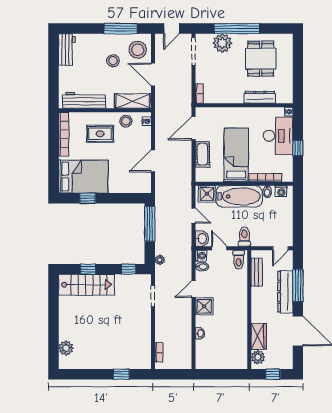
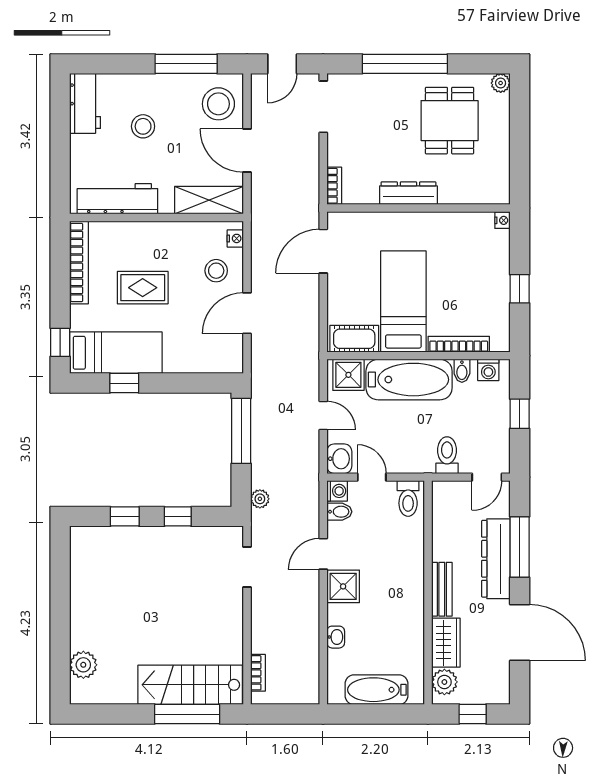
plant: (222, 43) -> (501, 83), moved, width x0.53, depth x0.53
stool: (113, 61) -> (143, 126), moved
dresser: (260, 97) -> (408, 193), moved
stool: (126, 121) -> (216, 271), moved
rug: (100, 134) -> (143, 288), moved
desk: (278, 136) -> (482, 266), removed
cot: (202, 154) -> (354, 339), moved, turned 90
window: (54, 177) -> (60, 342), added
bed: (83, 177) -> (116, 353), width x0.67
window: (298, 215) -> (520, 414), added
toilet: (244, 237) -> (447, 455), moved
window: (129, 269) -> (178, 516), moved
bench: (257, 272) -> (442, 589), moved
stairs: (86, 285) -> (190, 685), moved, turned 180
bathtub: (222, 361) -> (376, 690), added
window: (121, 374) -> (187, 714), width x2.17

